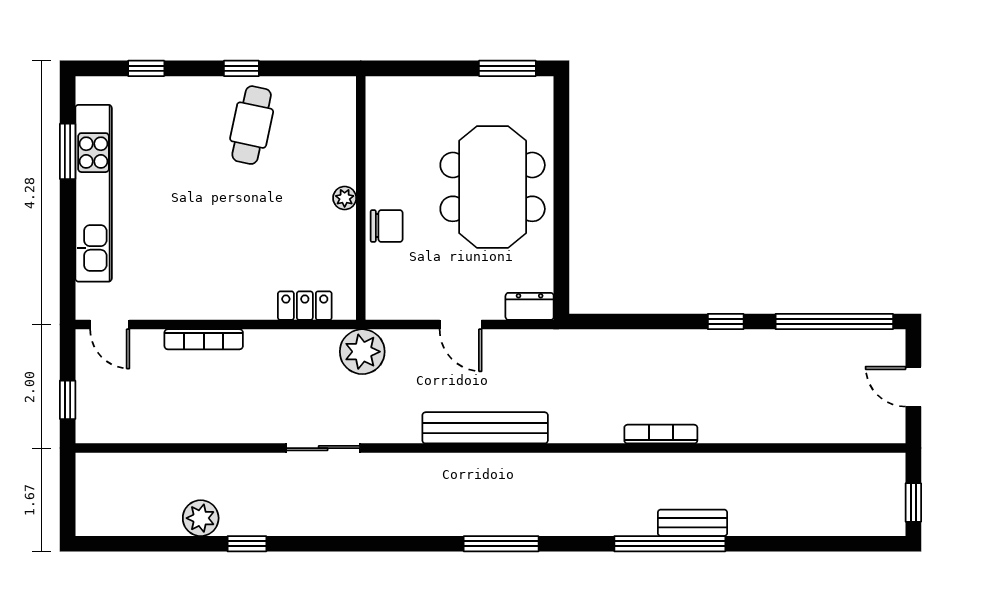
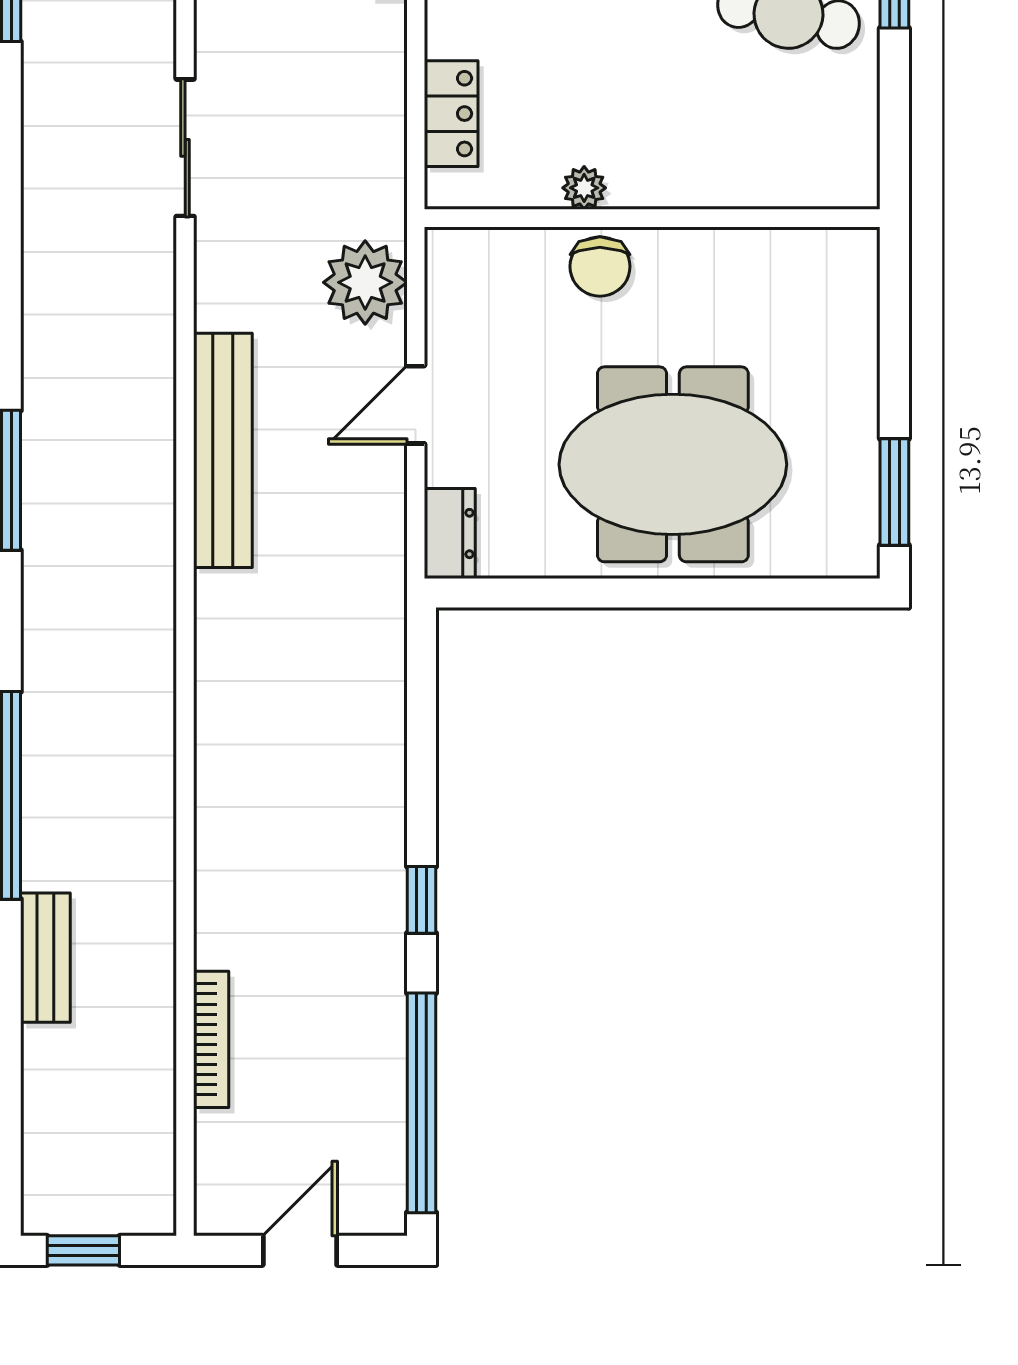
plant: (345, 198) -> (584, 188), moved
plant: (362, 352) -> (365, 282), moved
bookcase: (661, 434) -> (211, 1039), moved
bench: (692, 523) -> (45, 958), moved

